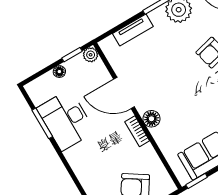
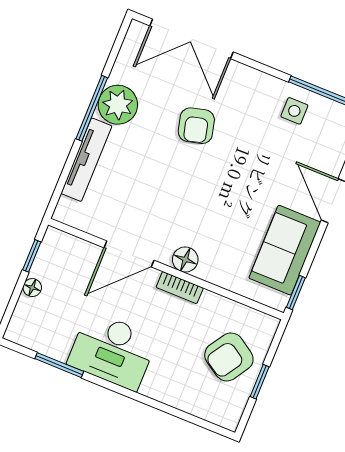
tv unit: (133, 30) -> (86, 160), width x1.41
plant: (91, 55) -> (54, 239), removed
desk: (66, 120) -> (112, 351), moved

